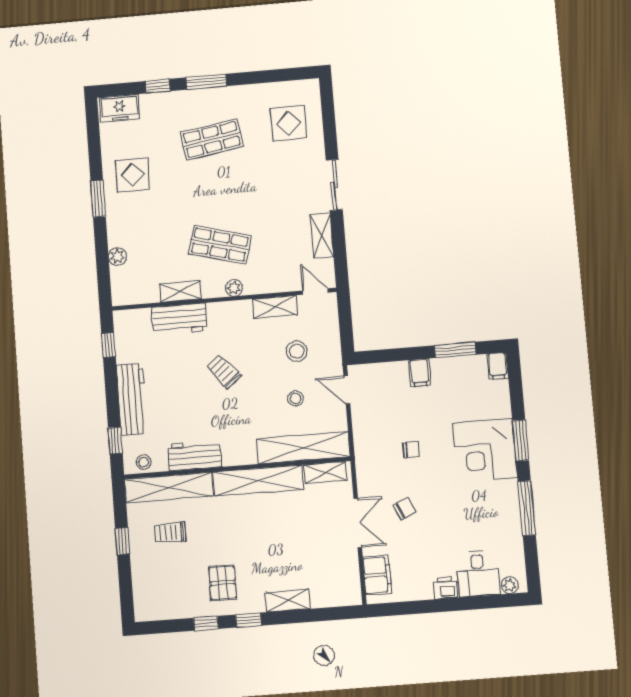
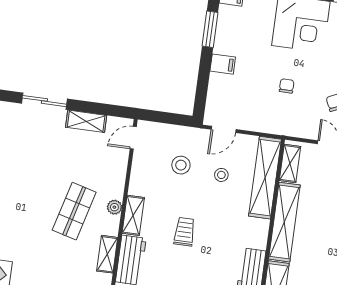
shelving: (275, 307) -> (133, 215), moved
trolley: (223, 371) -> (184, 232), turned 130

